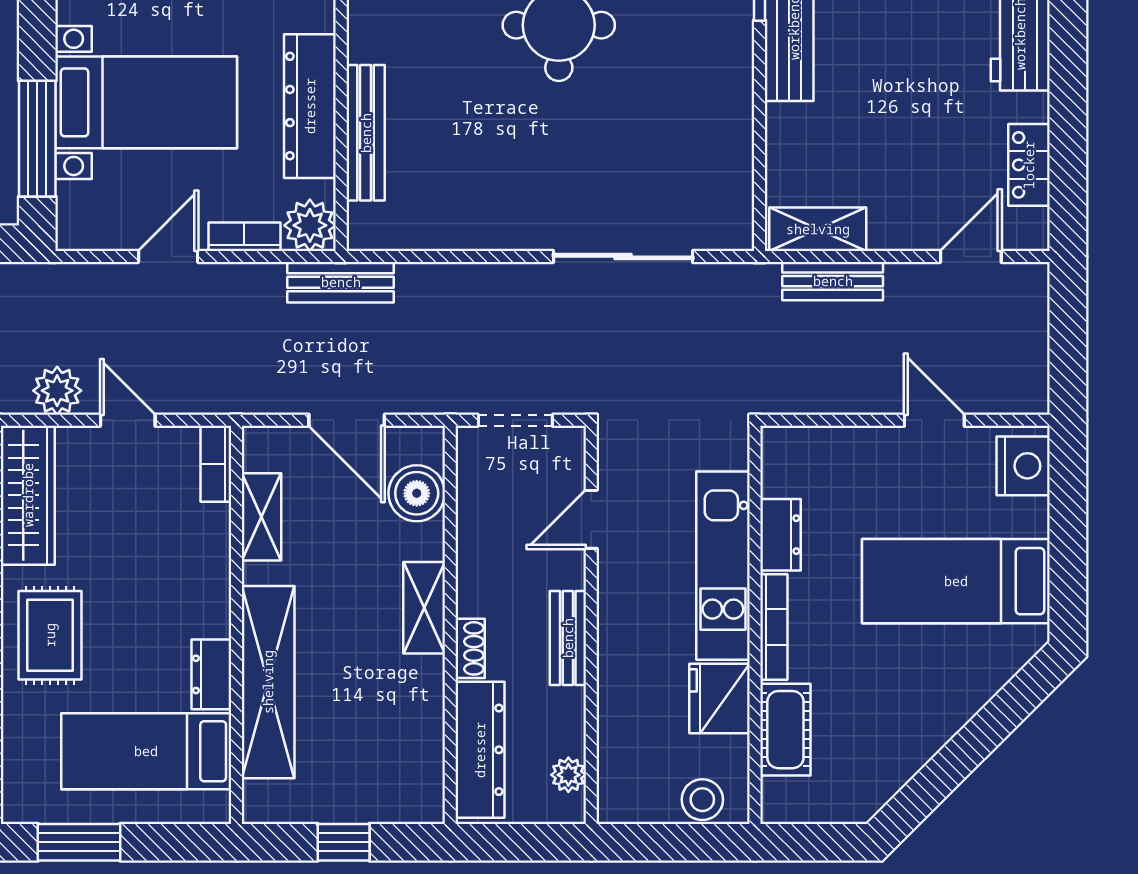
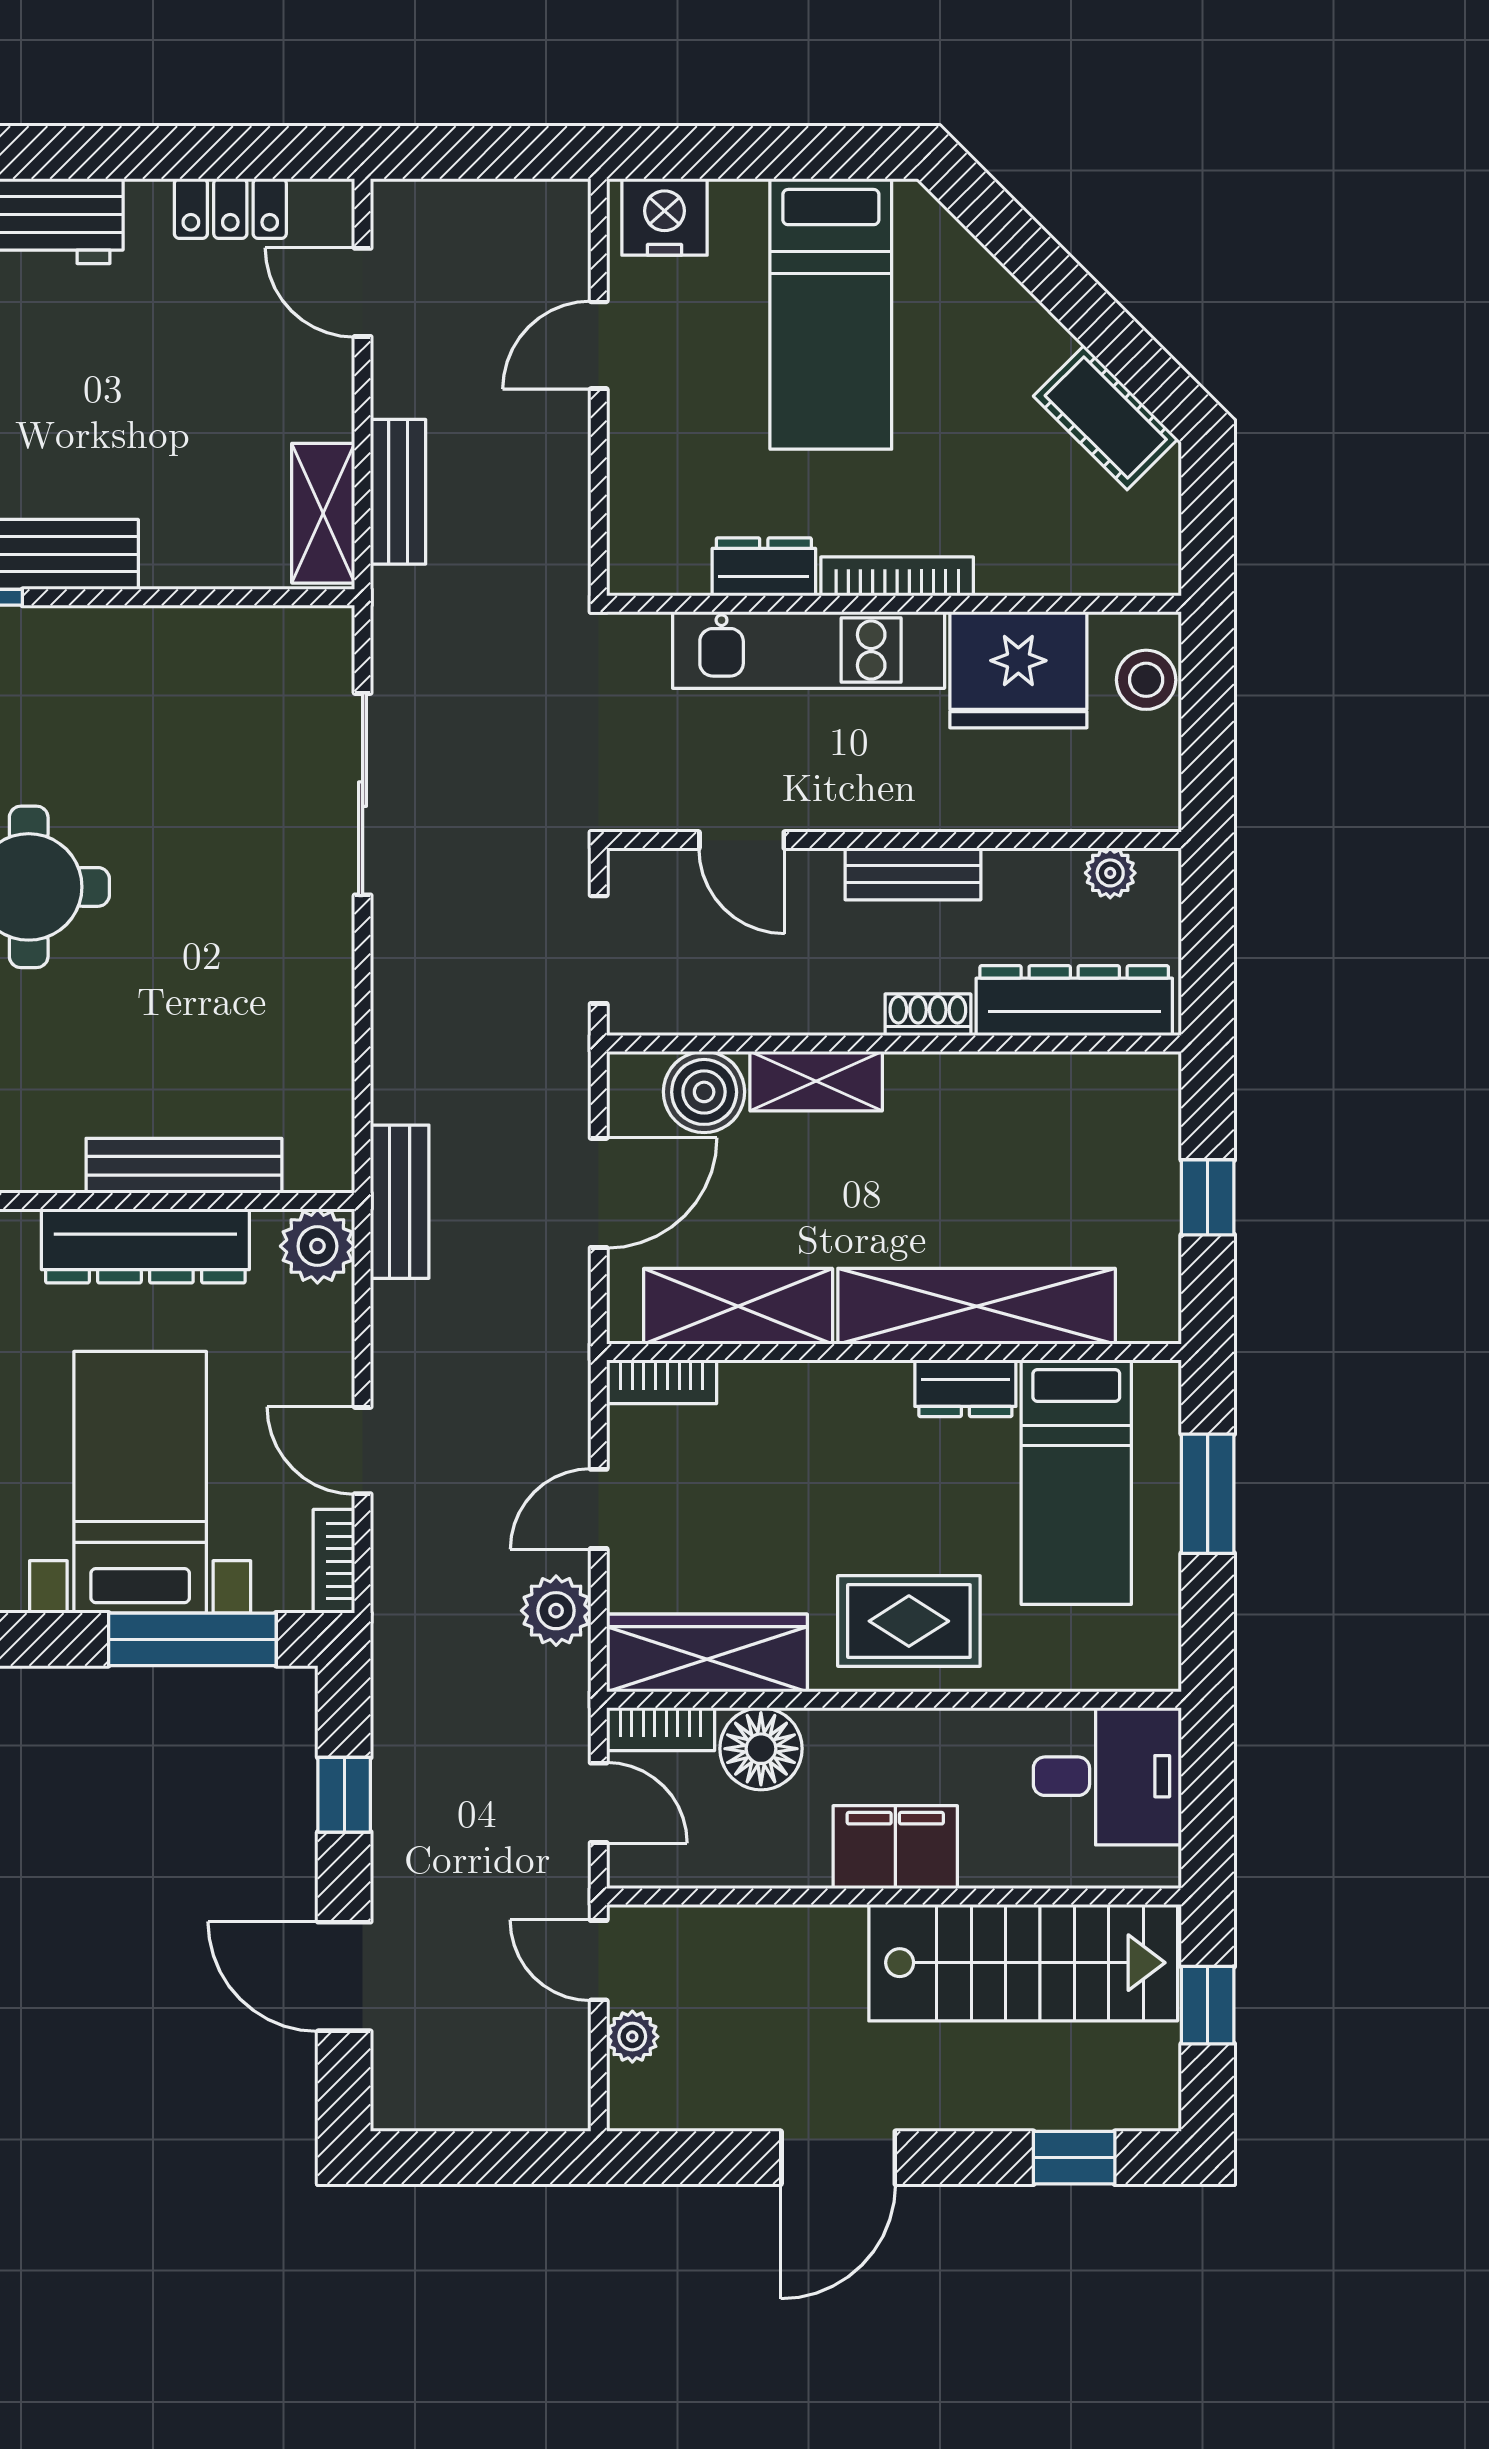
bookcase: (244, 237) -> (334, 1561), moved
shelving: (262, 517) -> (738, 1306), width x1.50, depth x1.33
shelving: (424, 608) -> (816, 1081), moved
fridge: (719, 699) -> (1018, 670), width x1.36, depth x1.34
cot: (785, 730) -> (1106, 418), moved, turned 45
window: (79, 842) -> (1208, 1494), moved

